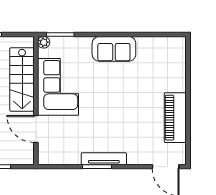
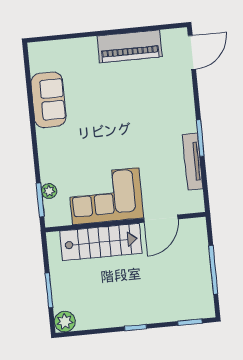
plant: (44, 42) -> (49, 191), moved
sofa: (114, 49) -> (48, 100), moved
tv unit: (104, 159) -> (193, 161), moved

